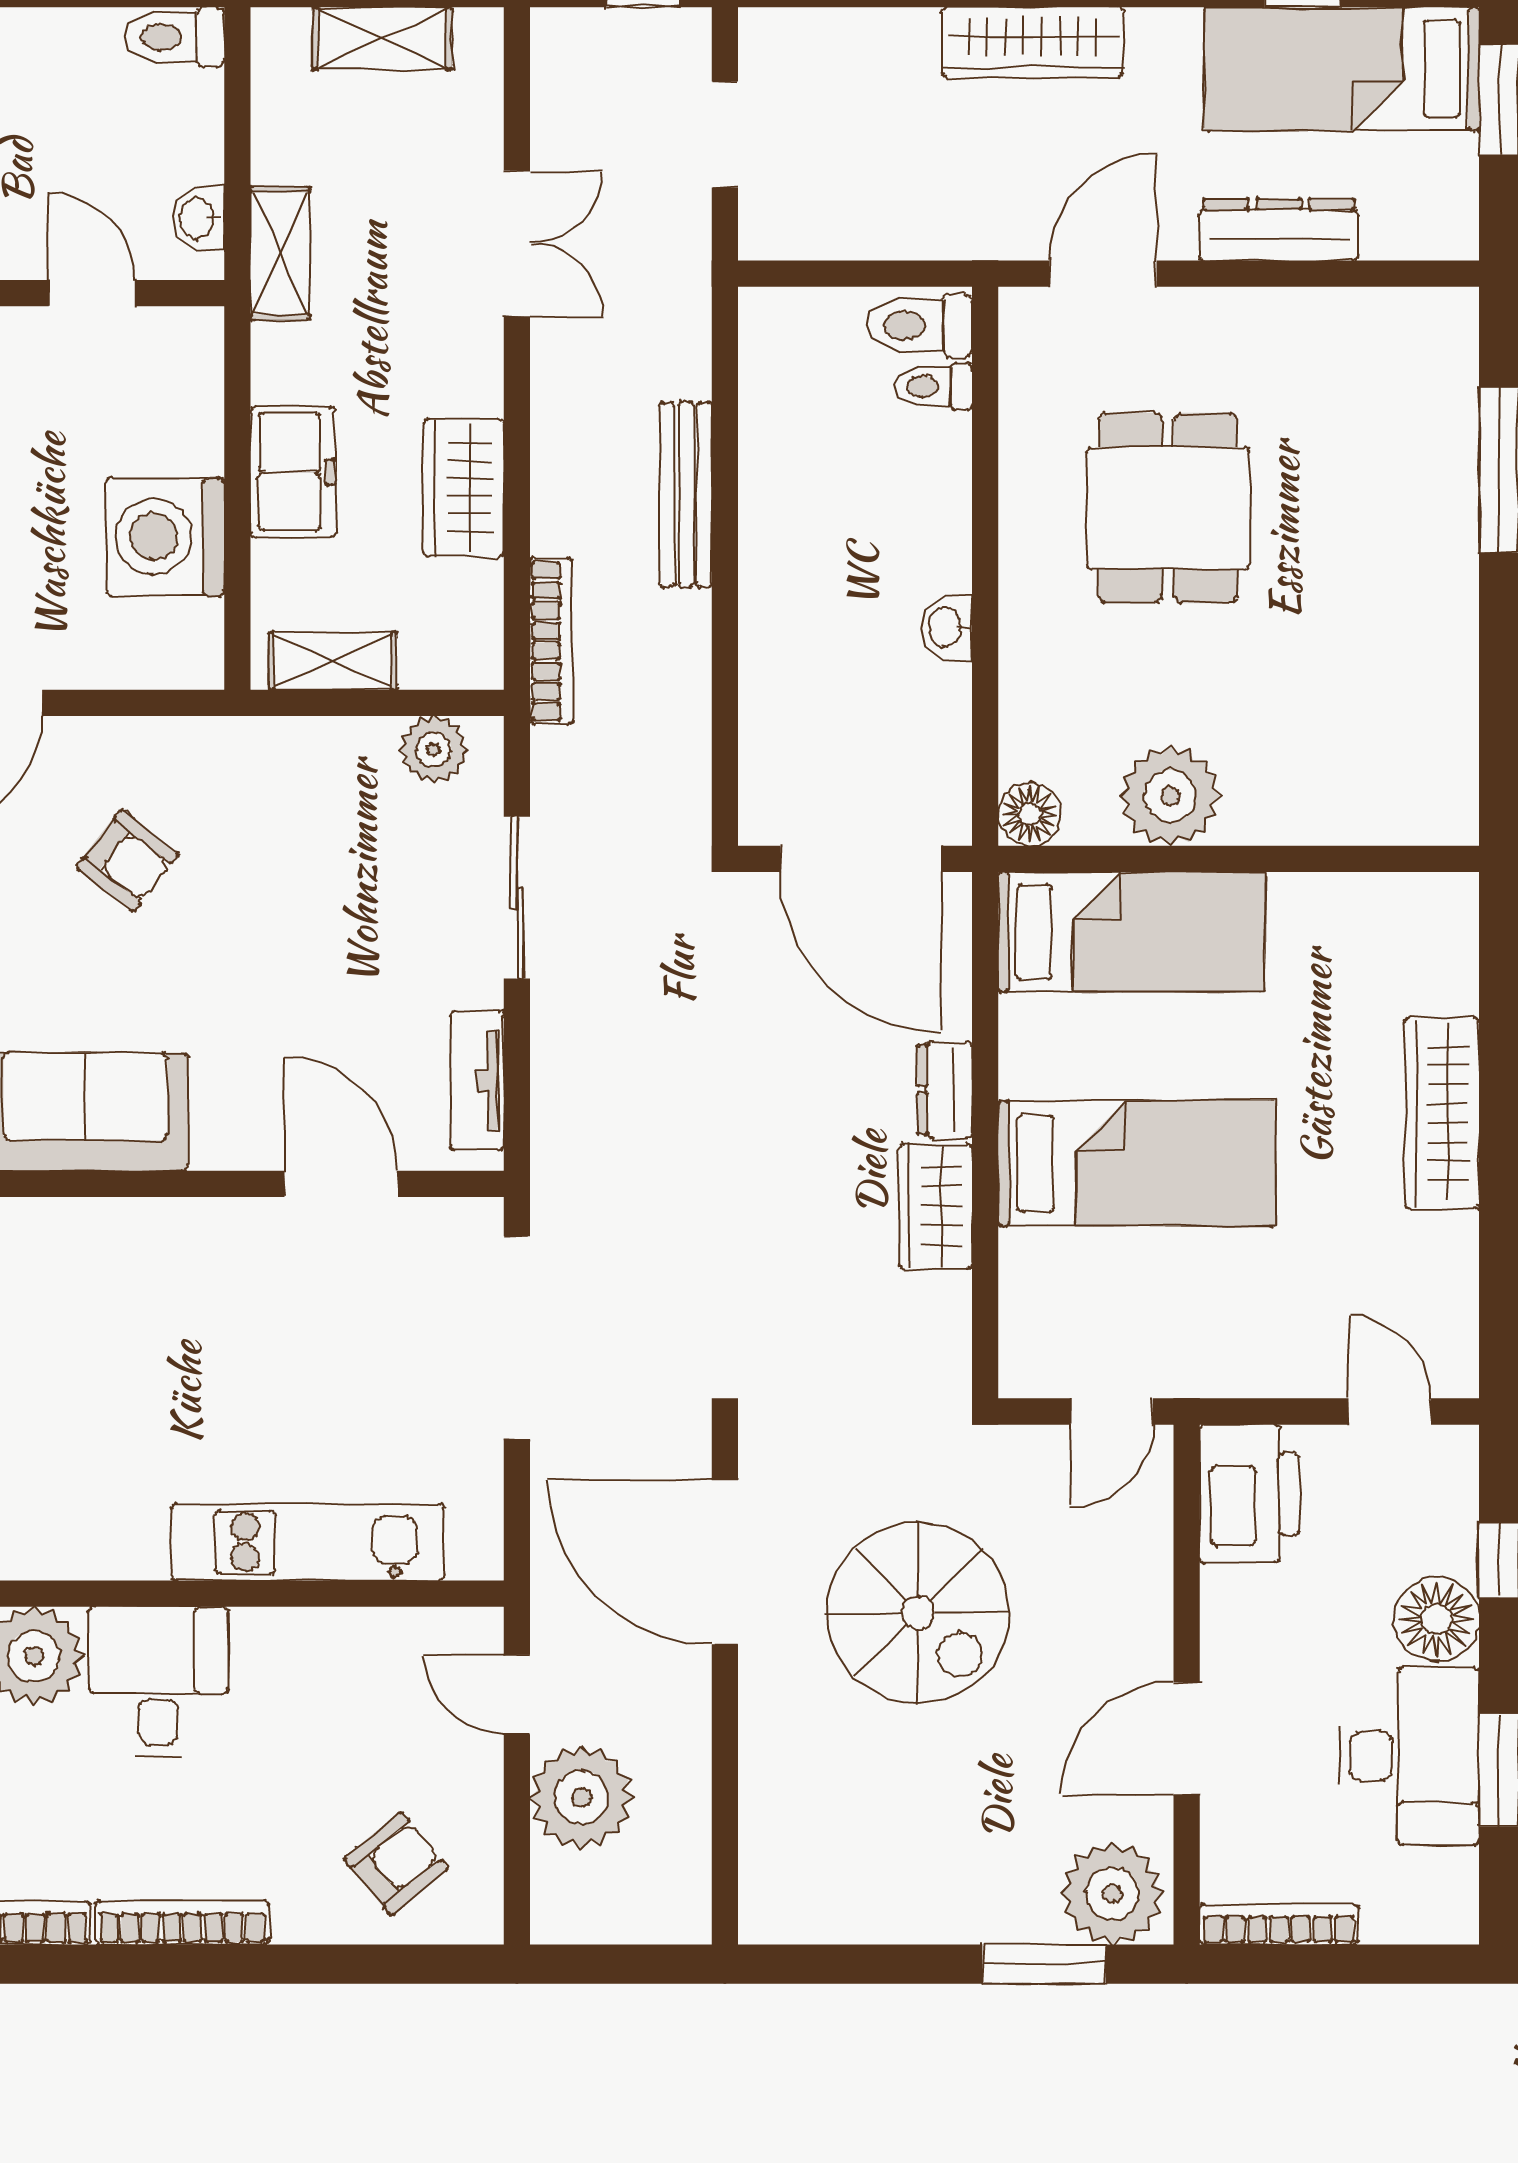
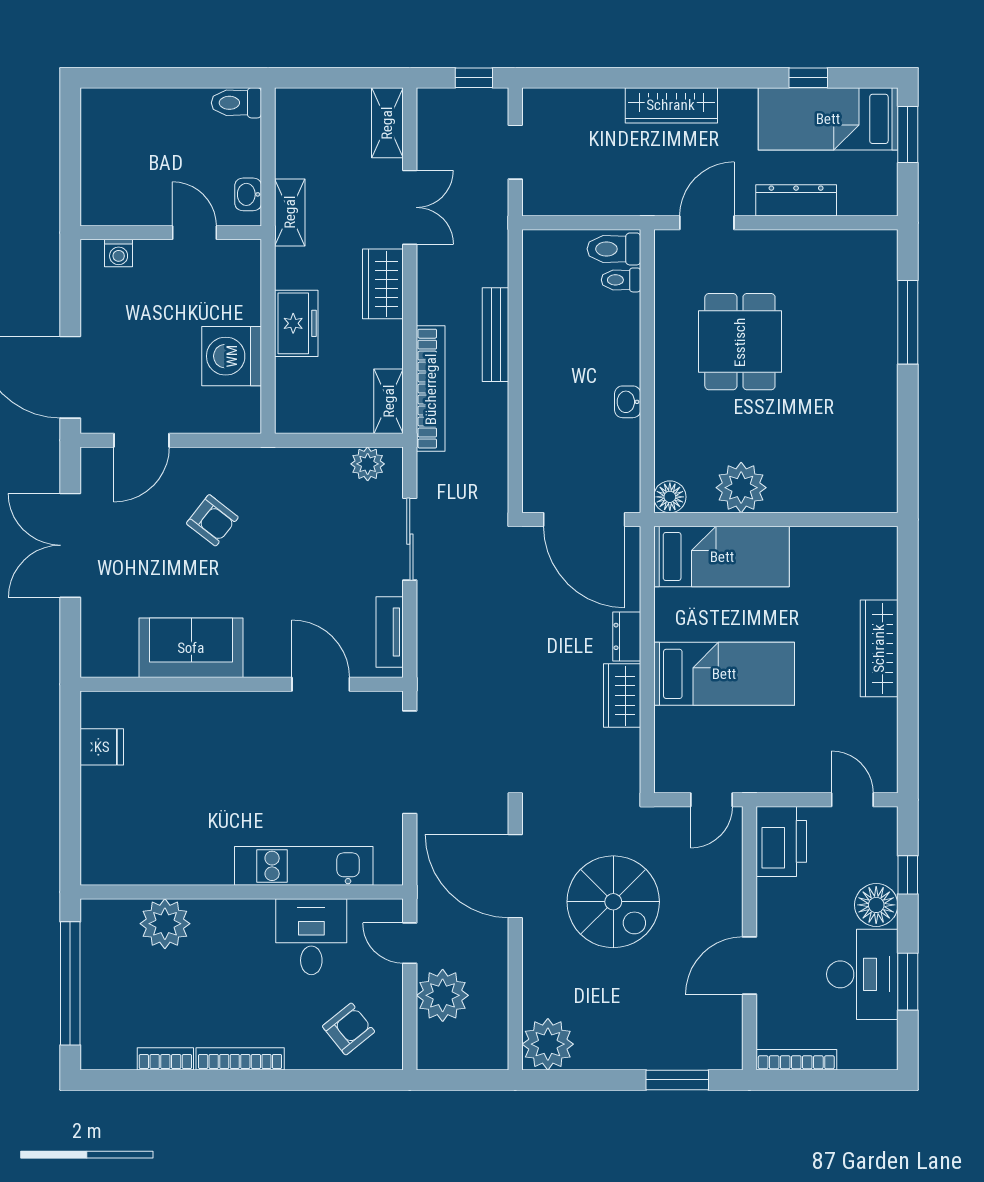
shelving: (382, 38) -> (387, 123), moved, turned 90
wardrobe: (464, 488) -> (383, 284), moved
bookcase: (551, 641) -> (431, 389), width x1.48, depth x1.31
shelving: (333, 661) -> (389, 401), moved, turned 90
desk: (158, 1682) -> (311, 937), moved
plant: (1113, 1894) -> (548, 1044), moved

